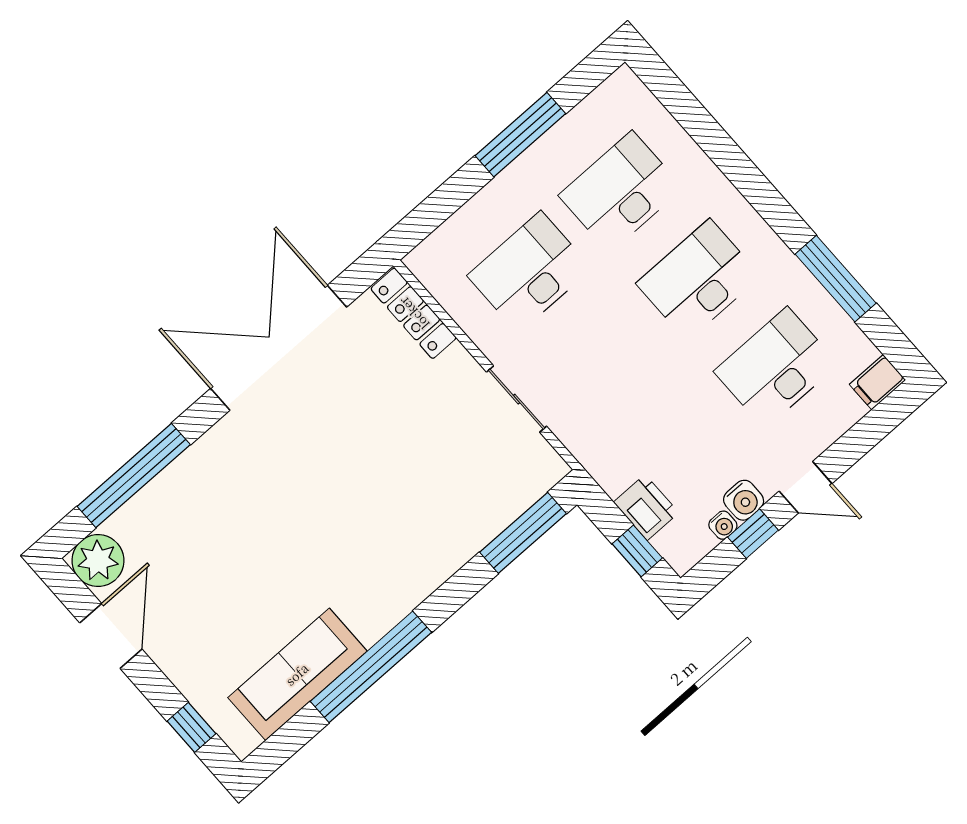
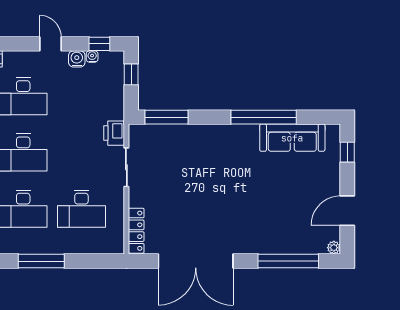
printer: (646, 507) -> (114, 133), moved
window: (753, 534) -> (99, 44), moved
plant: (98, 561) -> (334, 248), width x0.53, depth x0.53

